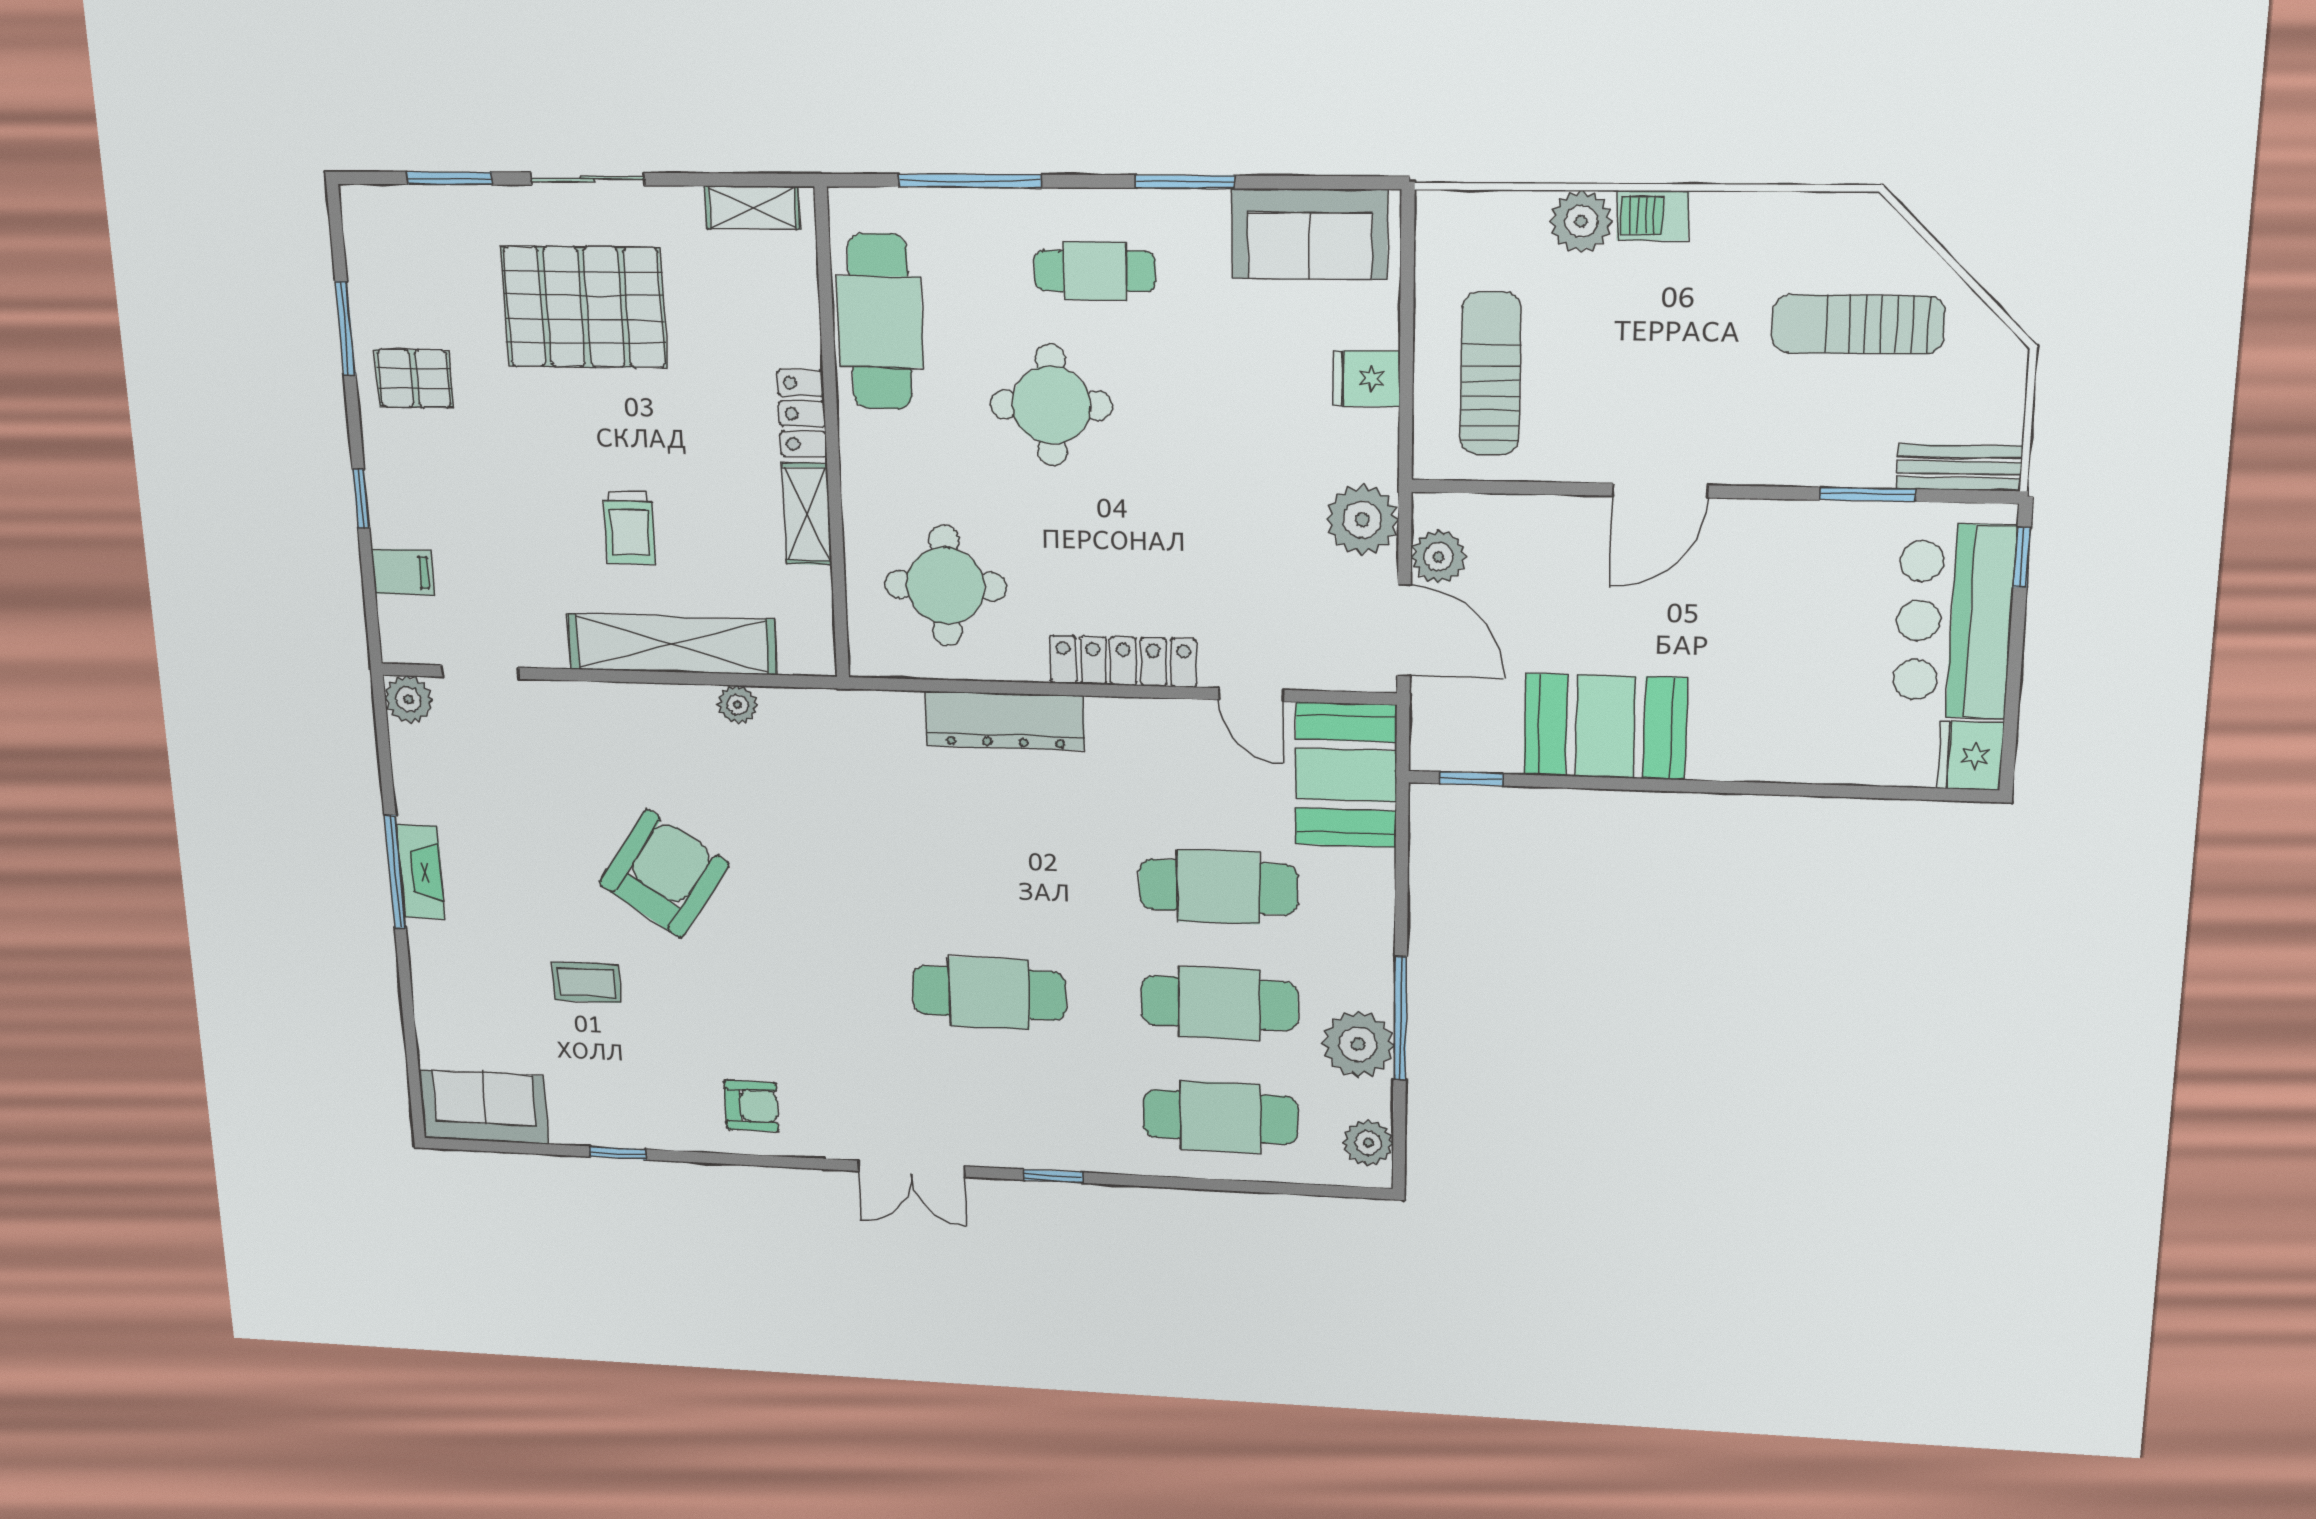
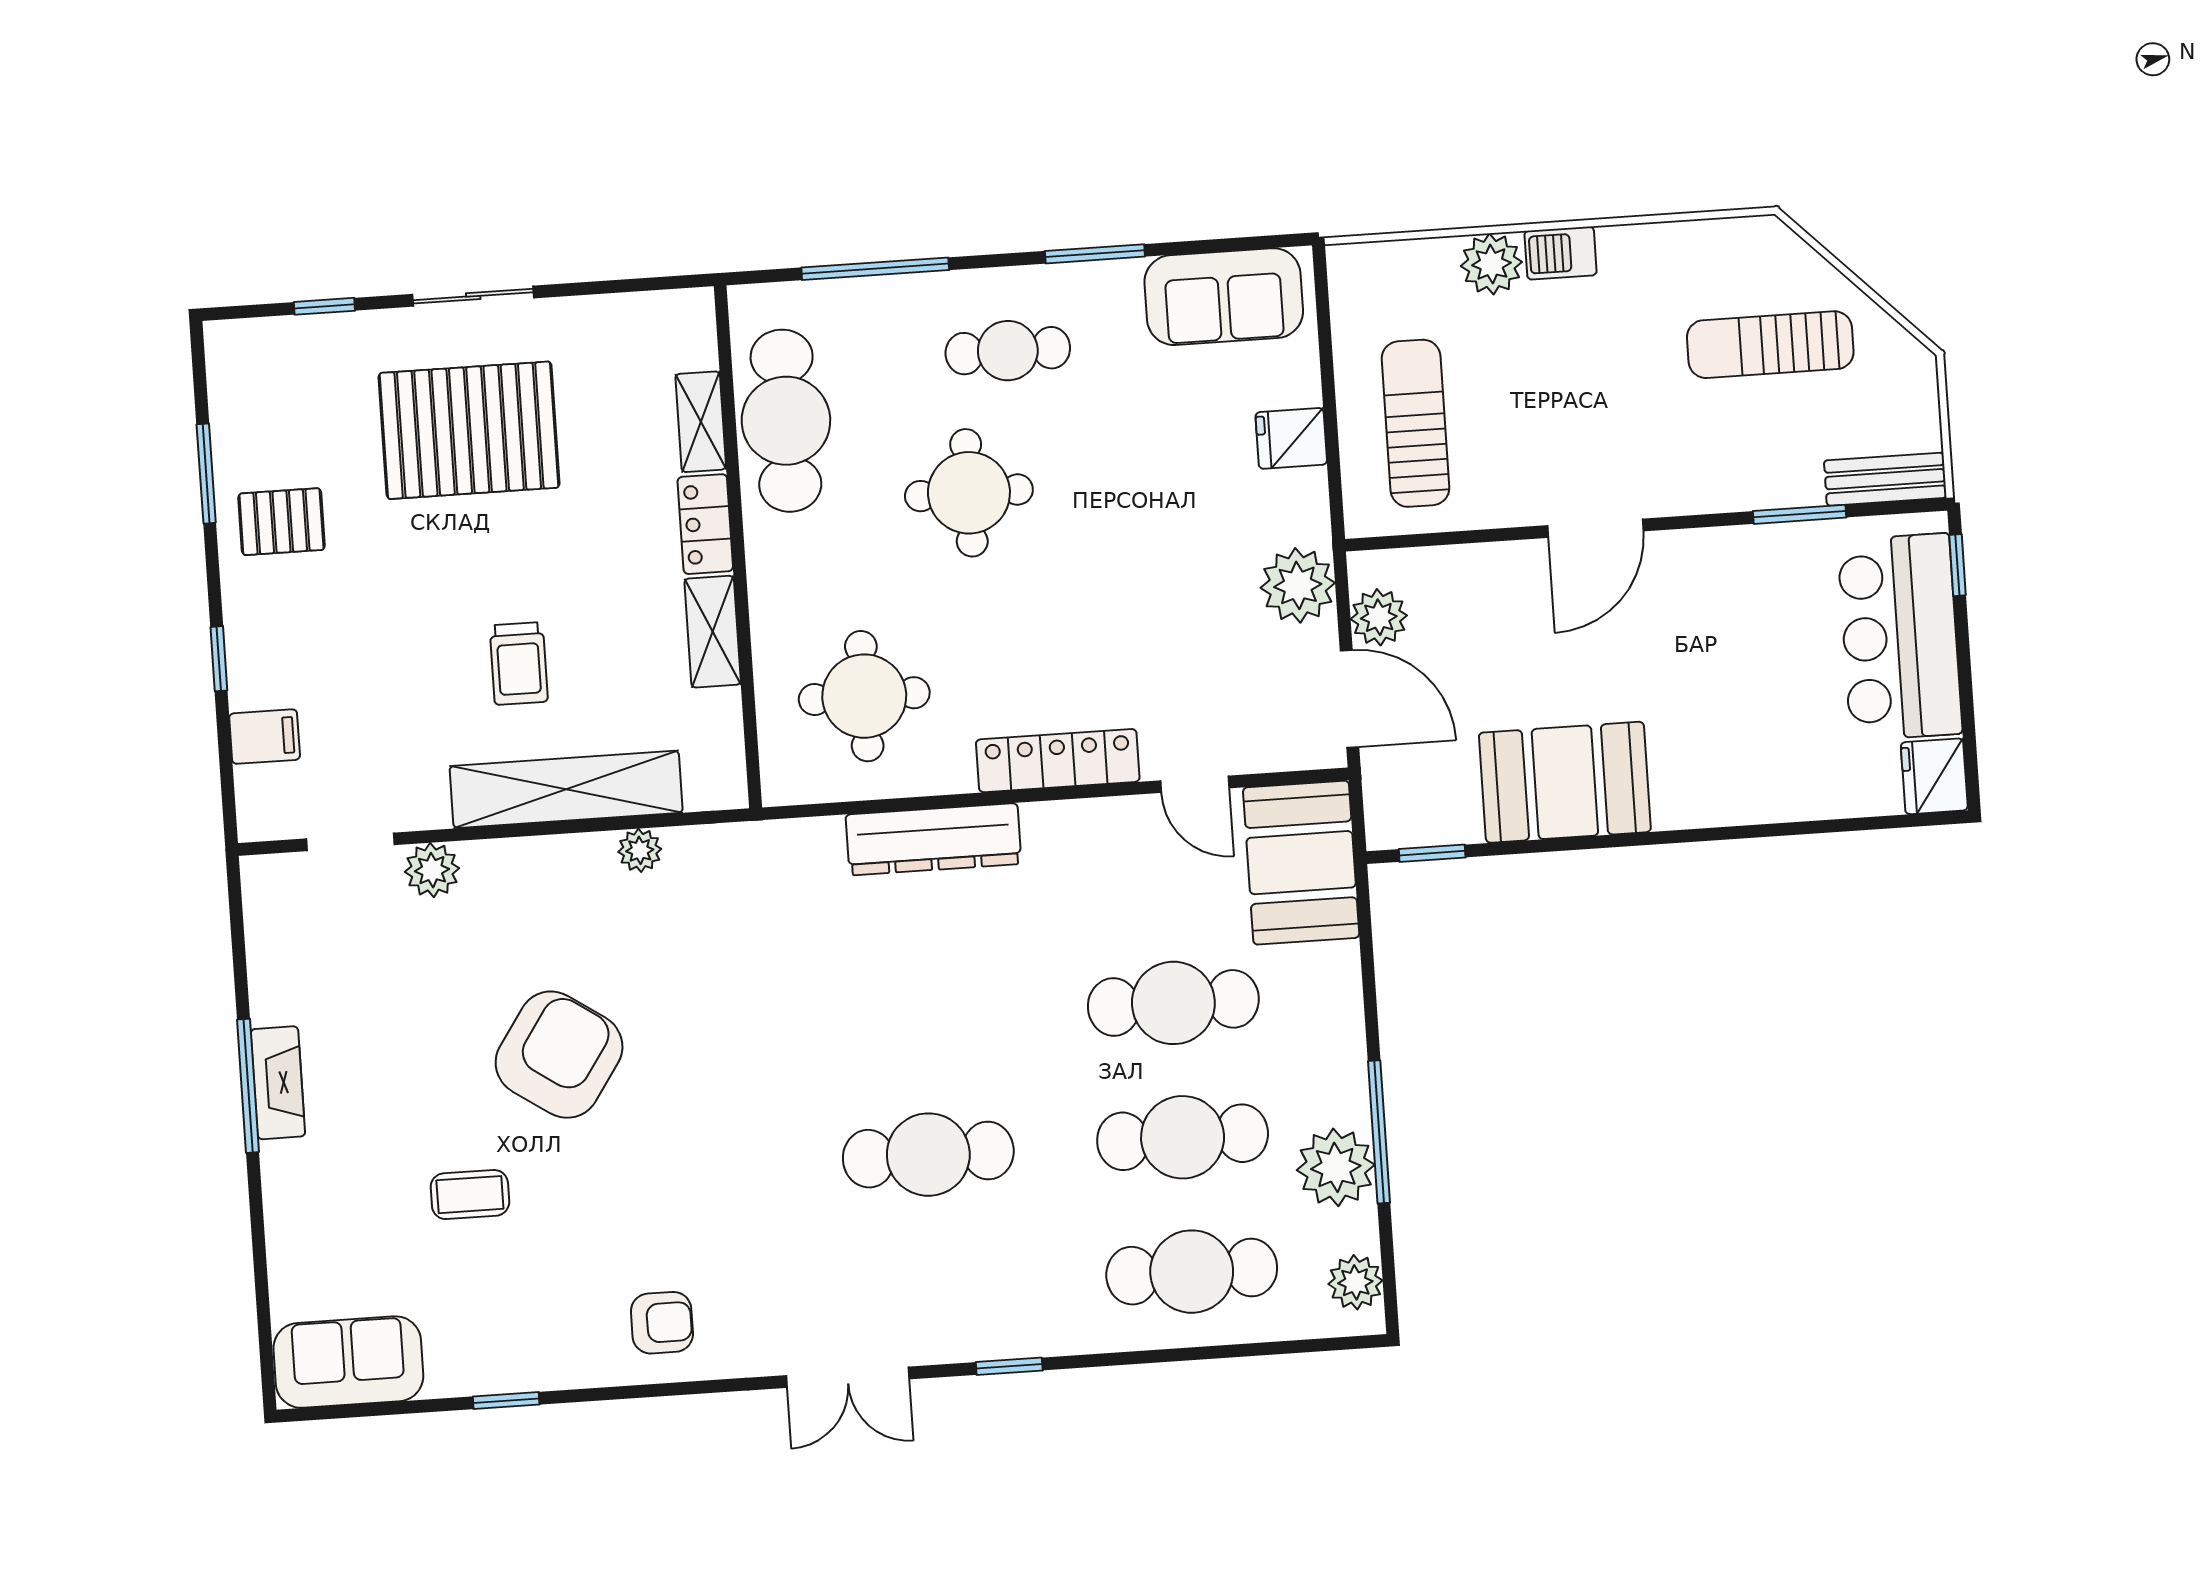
window: (450, 178) -> (324, 306), width x0.67
shelving: (752, 208) -> (701, 422), moved, turned 90
plant: (408, 699) -> (432, 870), moved

